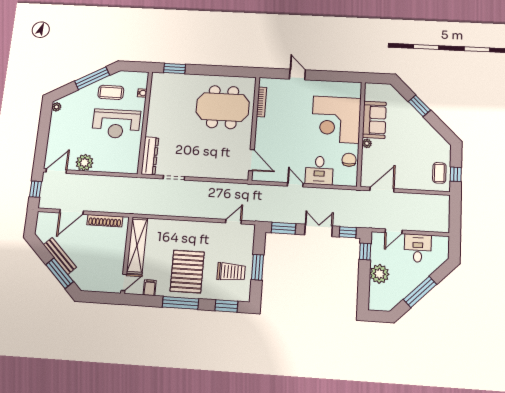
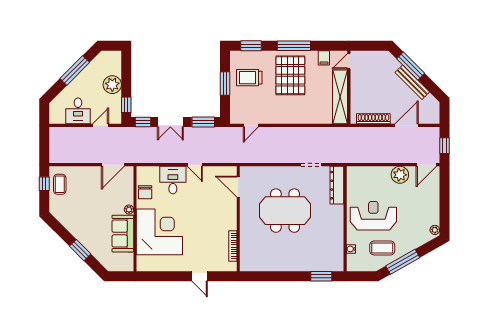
meeting table: (223, 107) -> (285, 211), moved

